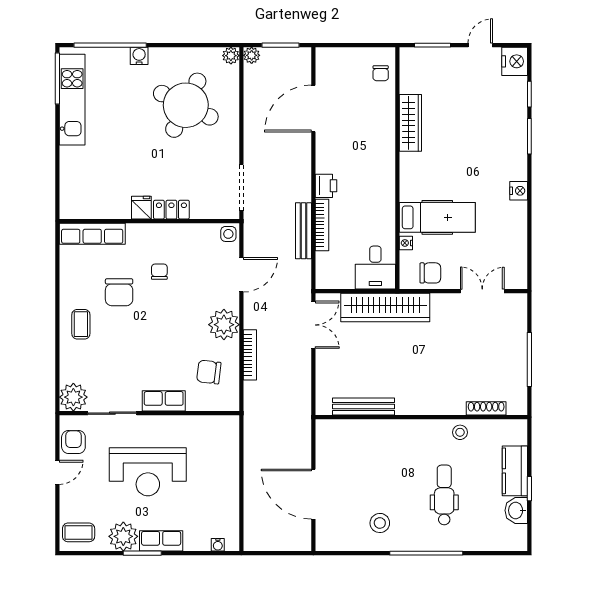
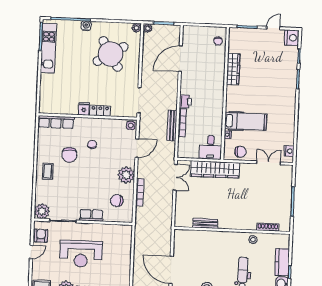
round table: (186, 105) -> (111, 54), turned 33
nightstand: (519, 191) -> (289, 151), moved
bench: (364, 406) -> (205, 223), width x0.73

